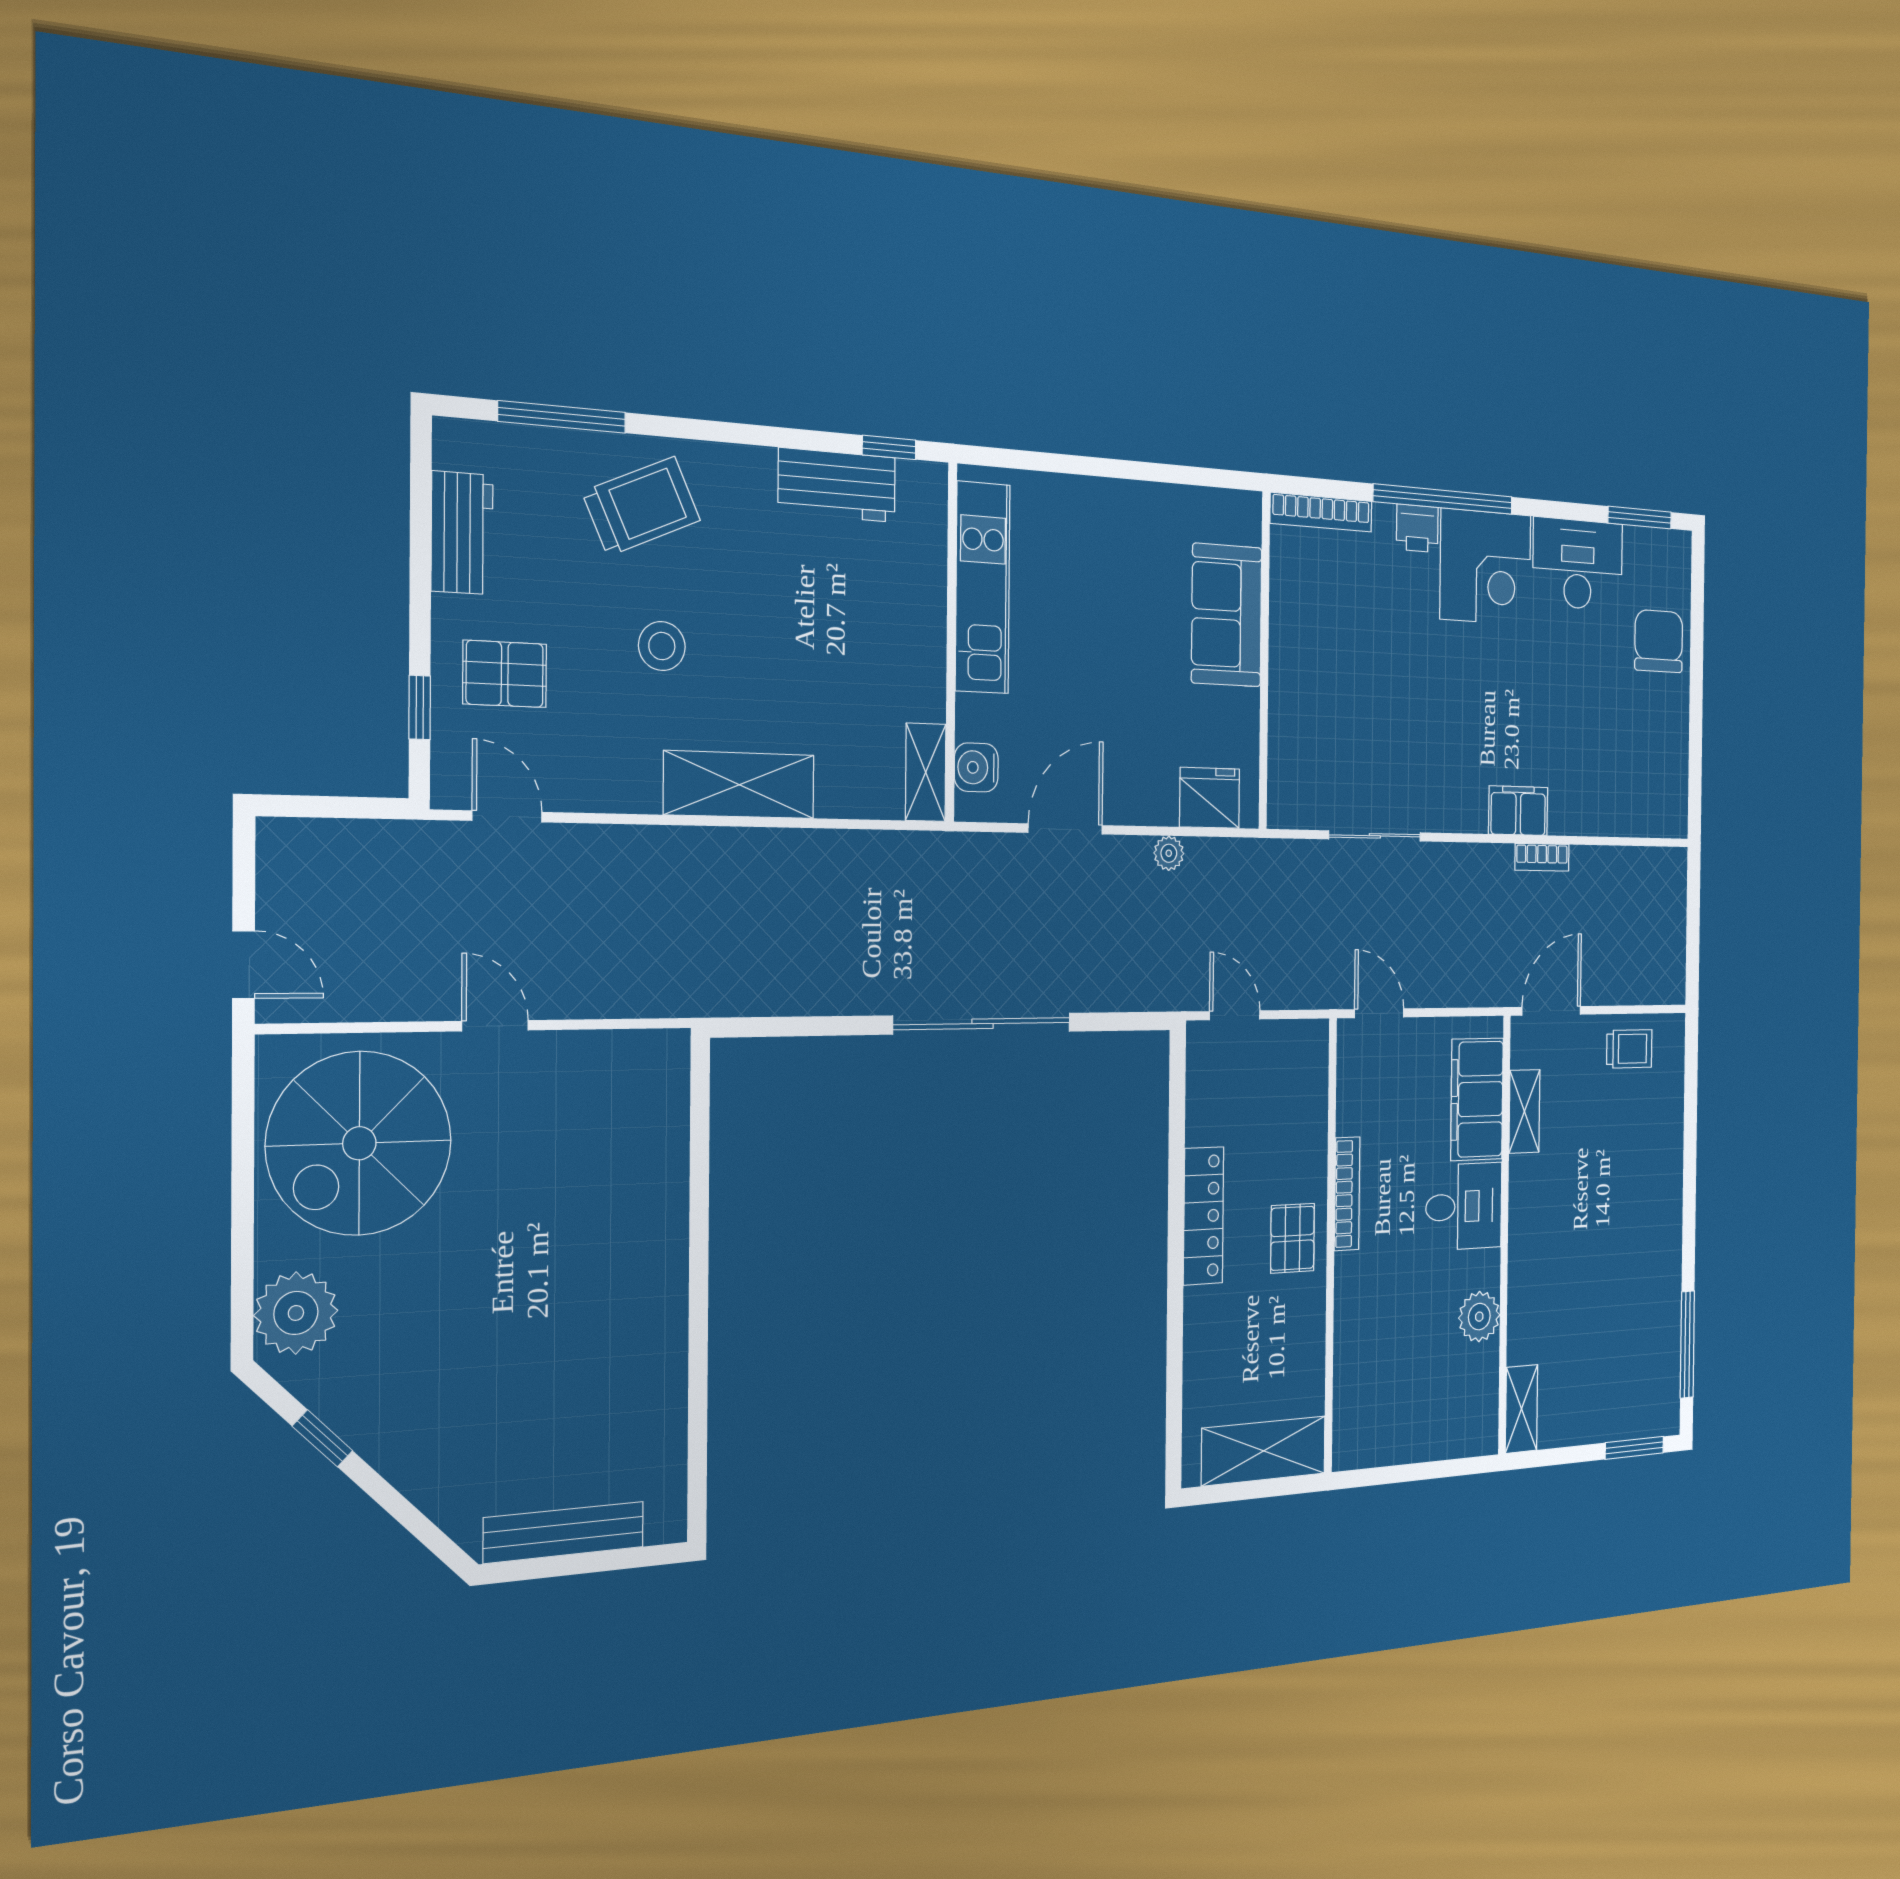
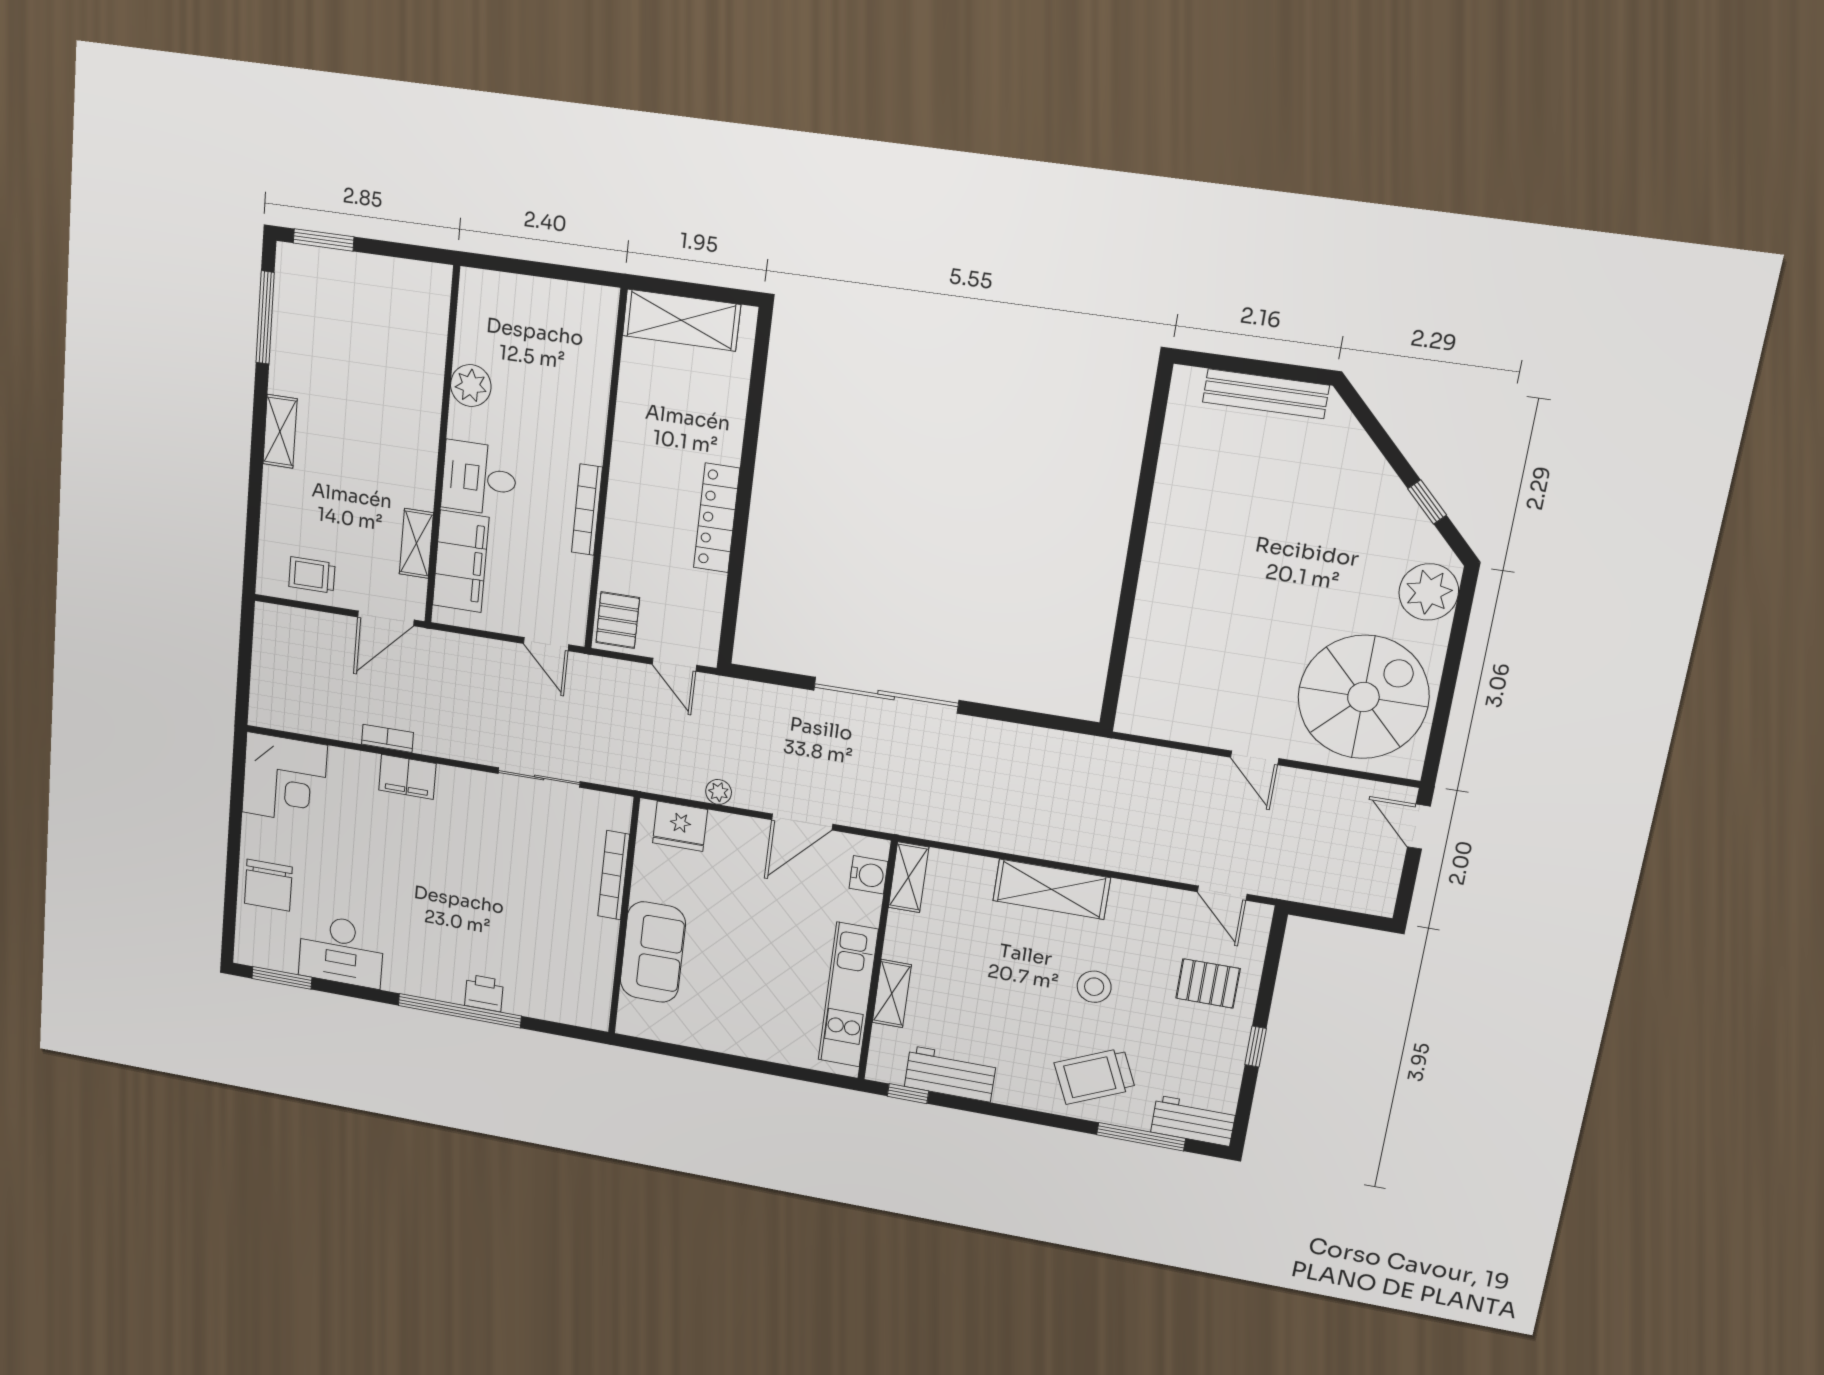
bookcase: (1321, 512) -> (614, 875), moved, turned -90
workbench: (462, 533) -> (1193, 1121), moved, turned 90
corner desk: (1486, 567) -> (285, 779), moved, turned 180
shelving: (927, 597) -> (892, 994), added
window: (420, 707) -> (1256, 1047), moved
pallet: (1292, 1238) -> (618, 620), moved
shelving: (1521, 1409) -> (280, 431), moved

